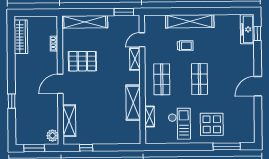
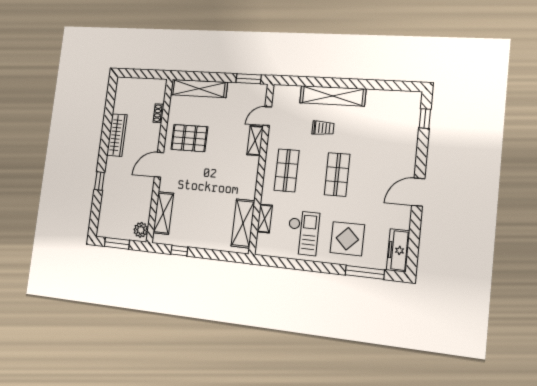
freezer: (247, 29) -> (398, 250), moved
wardrobe: (21, 37) -> (117, 135), moved
shelving: (133, 103) -> (243, 223), moved

